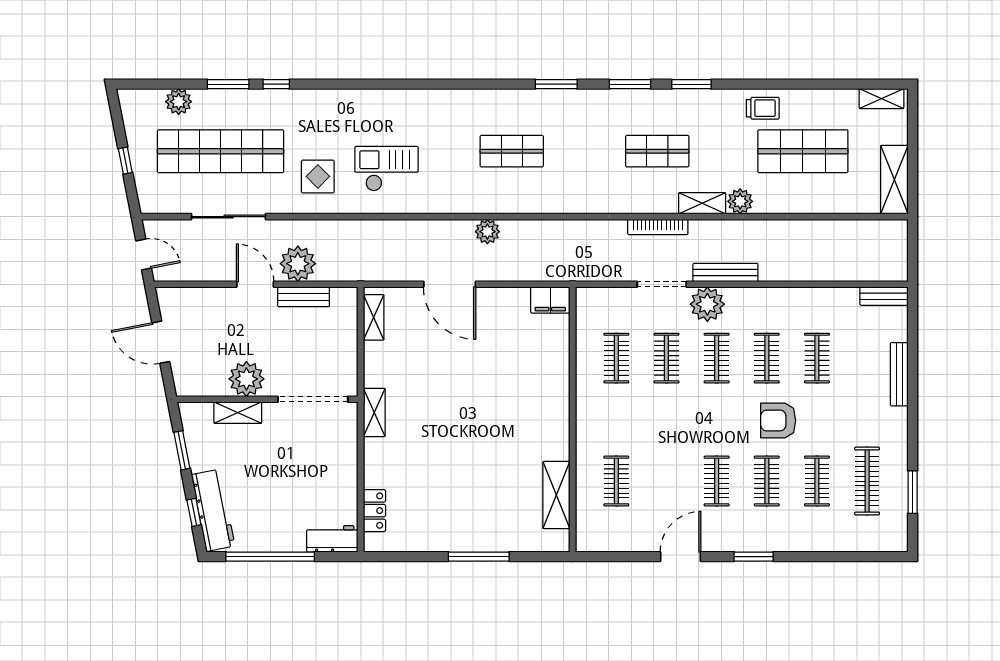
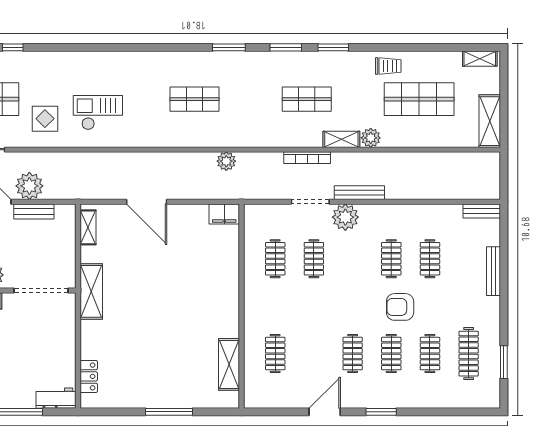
plant: (487, 232) -> (226, 161), moved
clothes rail: (717, 358) -> (353, 259), removed
shelving: (374, 412) -> (91, 291), width x1.50, depth x1.33

